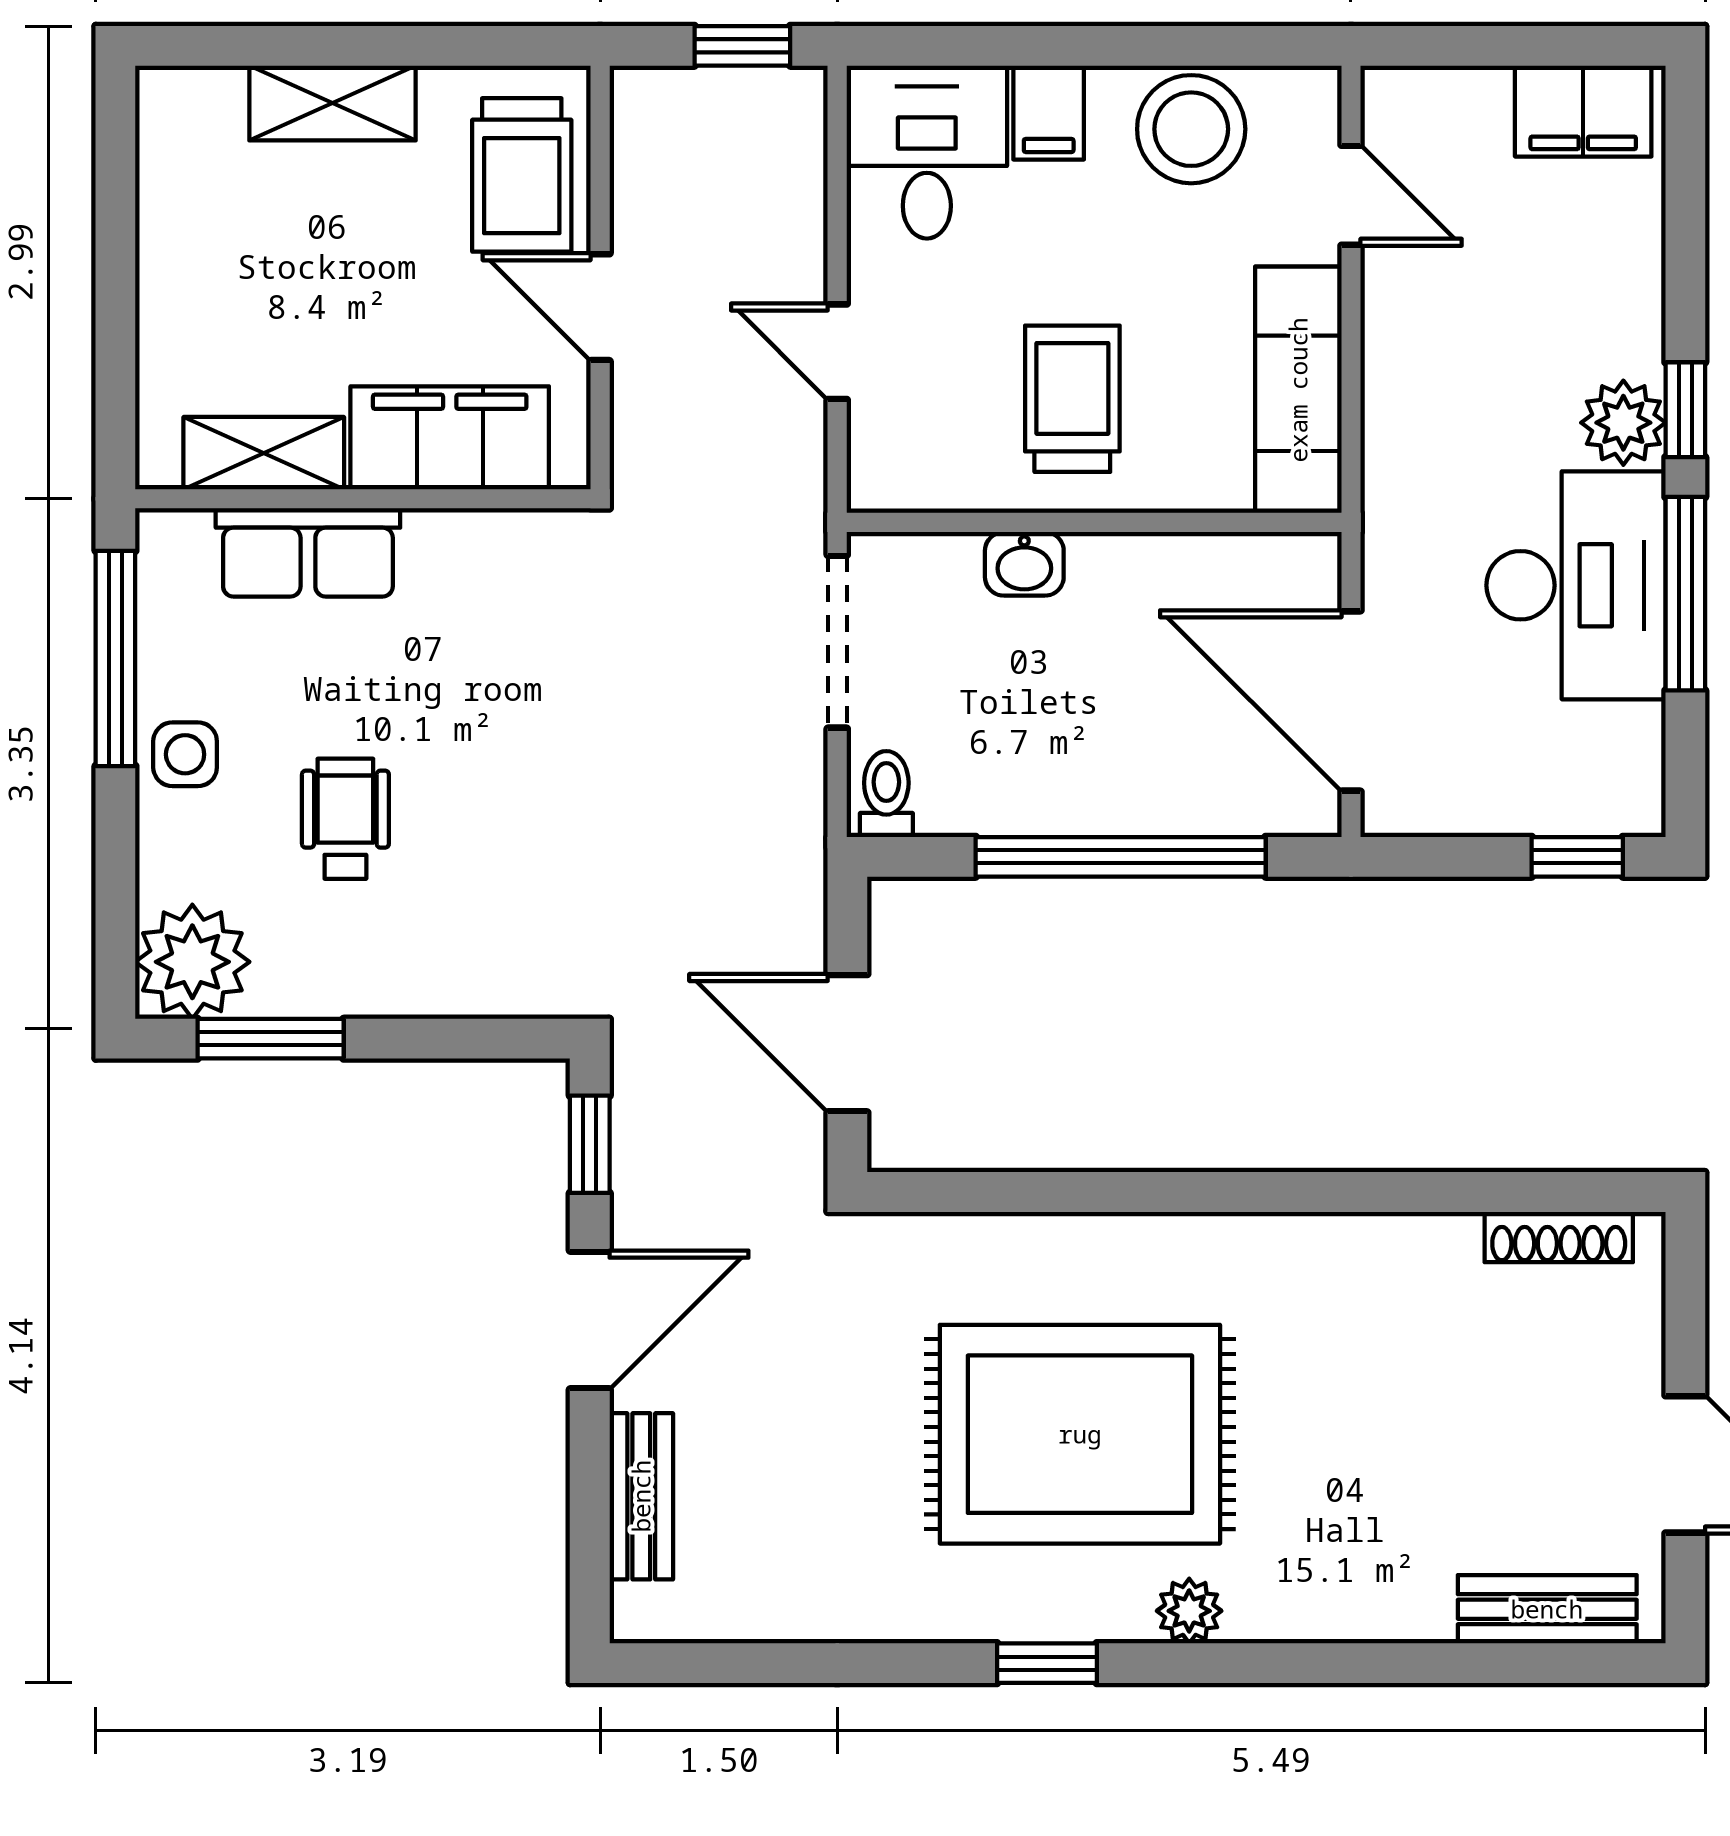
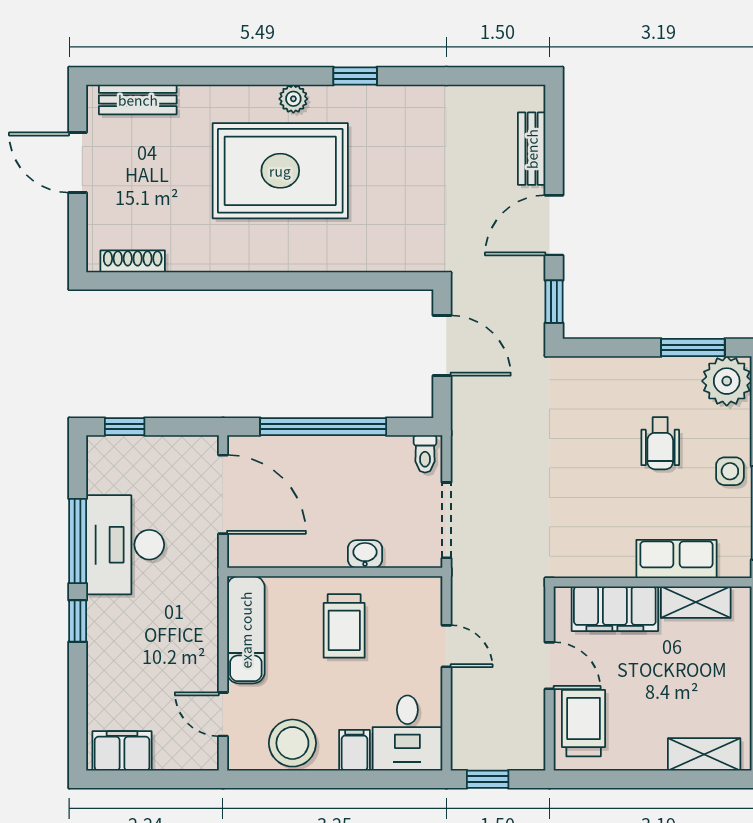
shelving: (333, 103) -> (704, 754), moved
plant: (1623, 423) -> (105, 615), removed
rug: (1080, 1434) -> (280, 171), moved

